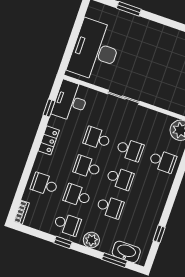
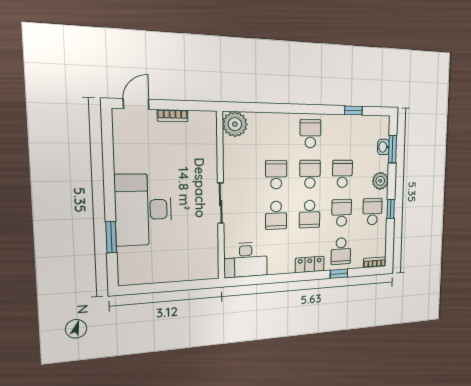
desk: (95, 50) -> (143, 210), moved, turned 90
window: (49, 108) -> (339, 274), moved
locker: (49, 140) -> (310, 265), moved
school desk: (163, 161) -> (310, 134), moved
school desk: (77, 196) -> (342, 213), turned 180
washbasin: (126, 252) -> (383, 147), width x0.52, depth x0.69

